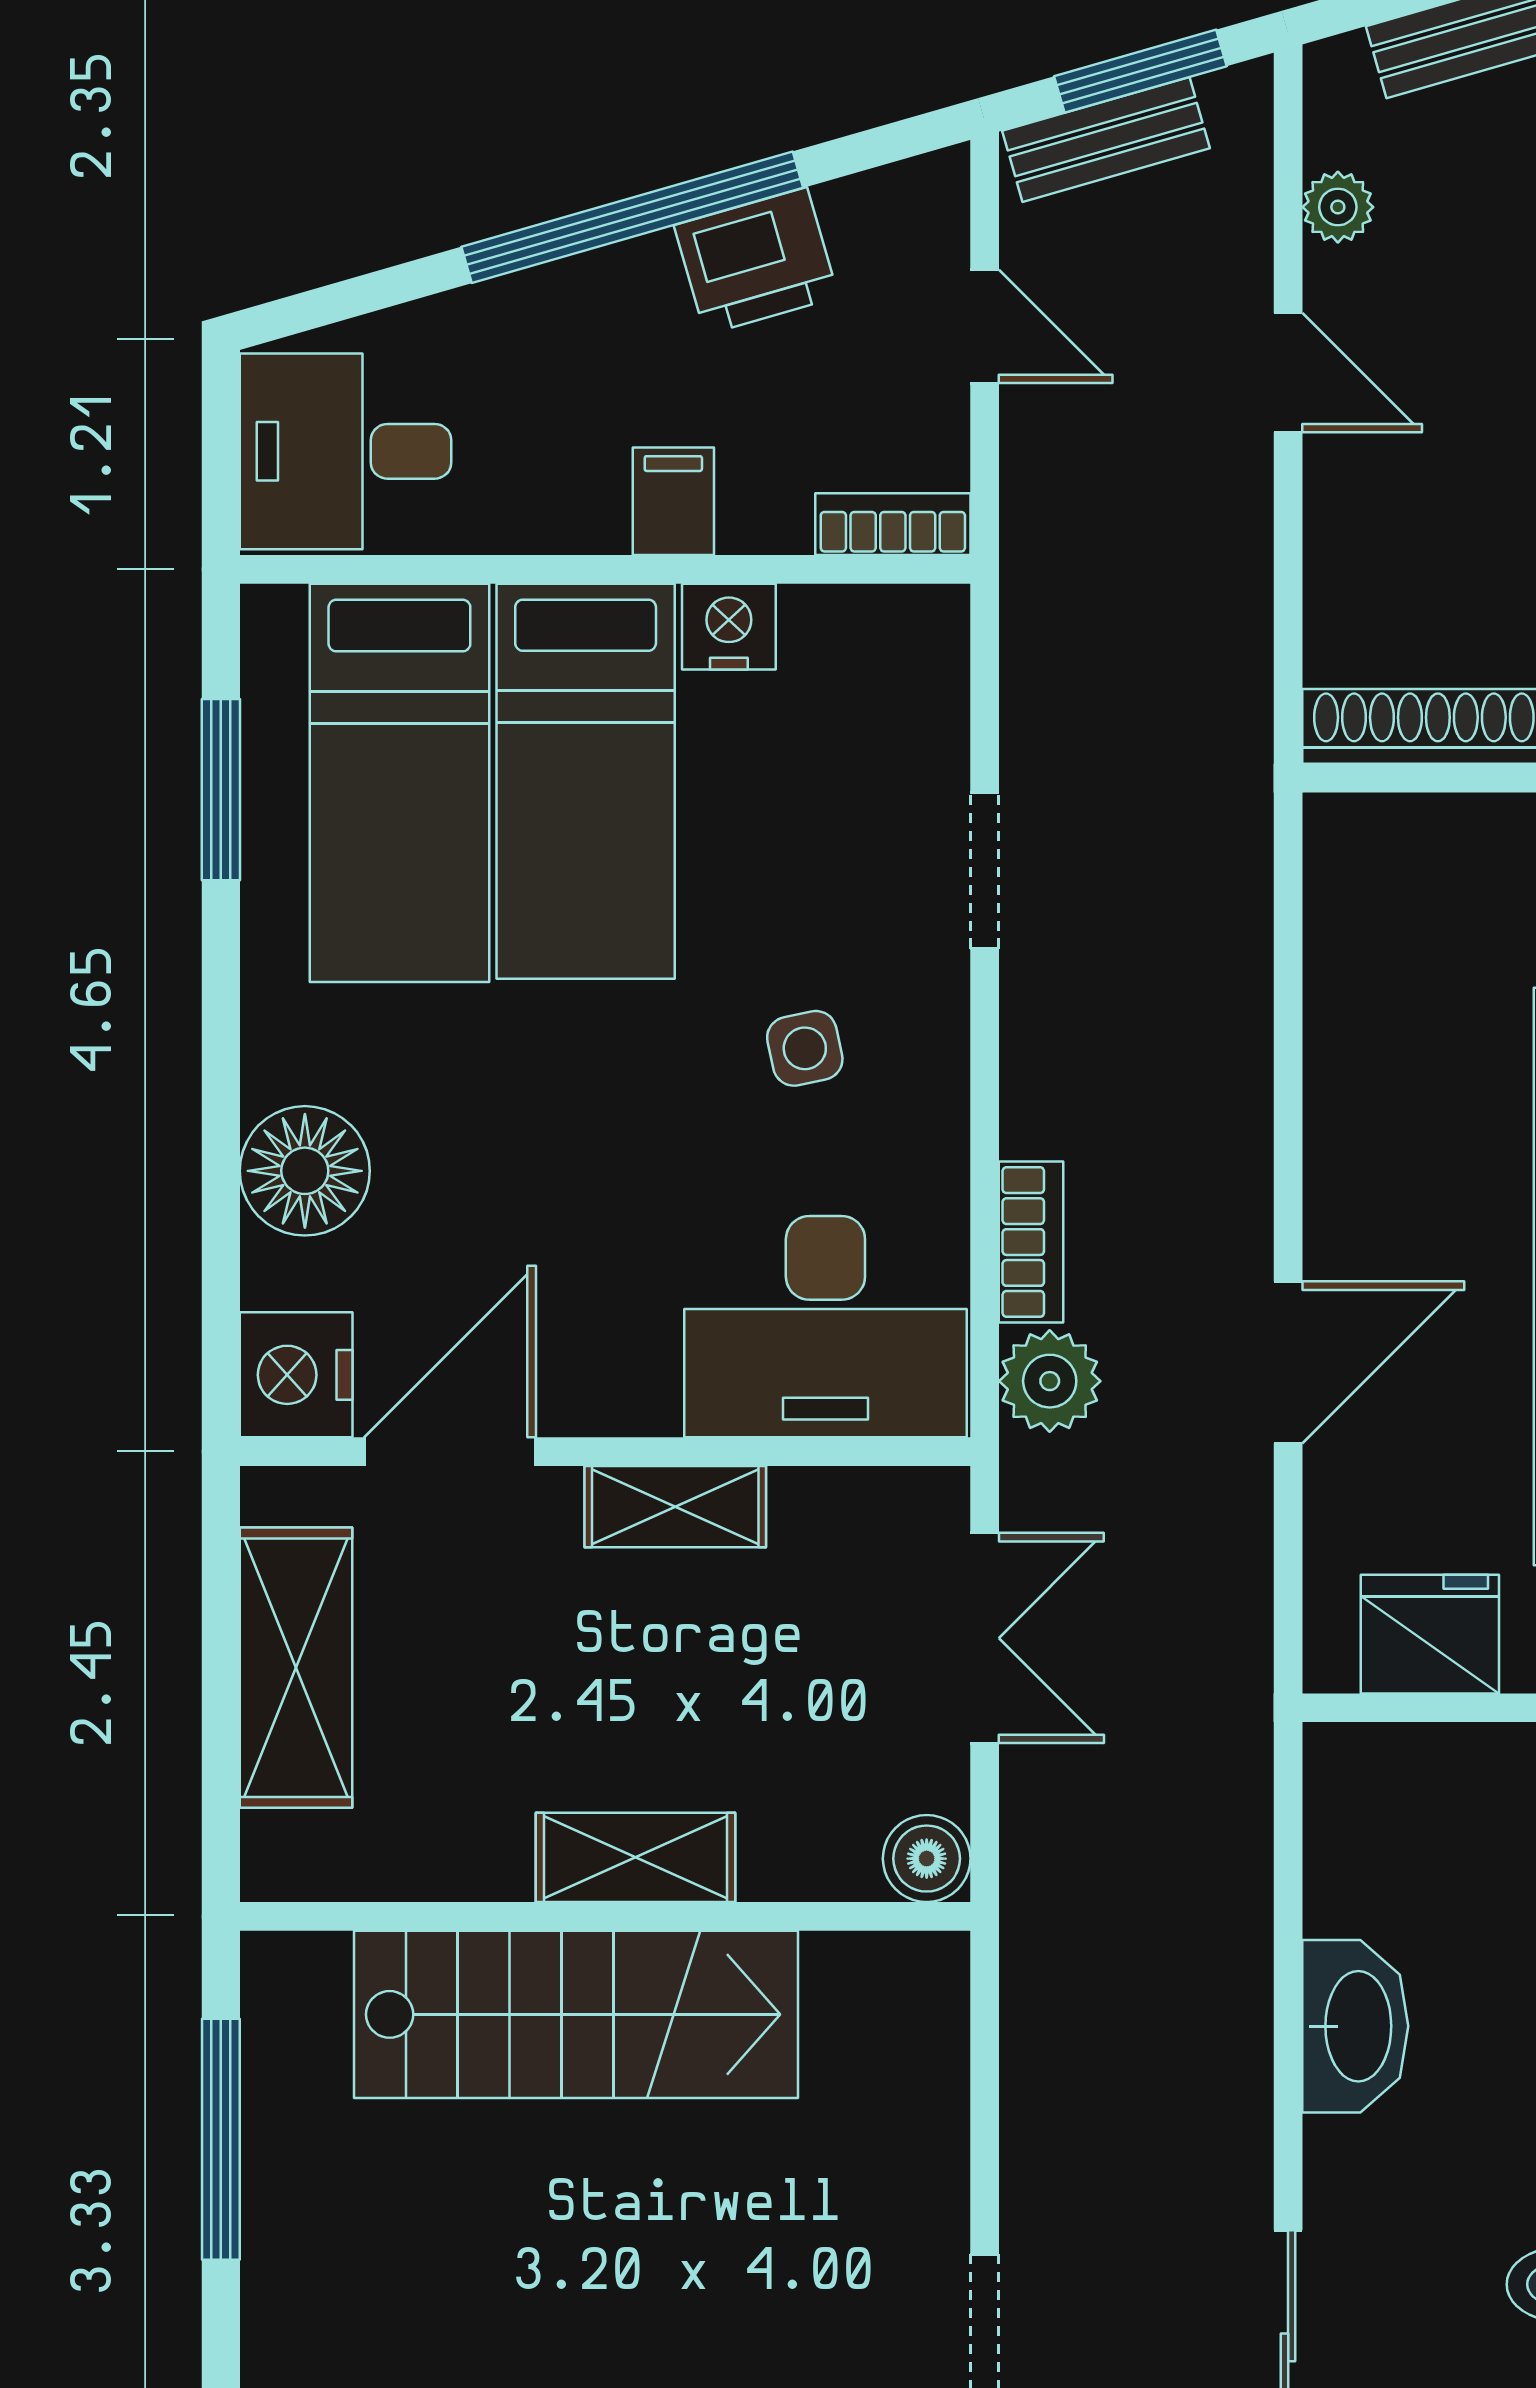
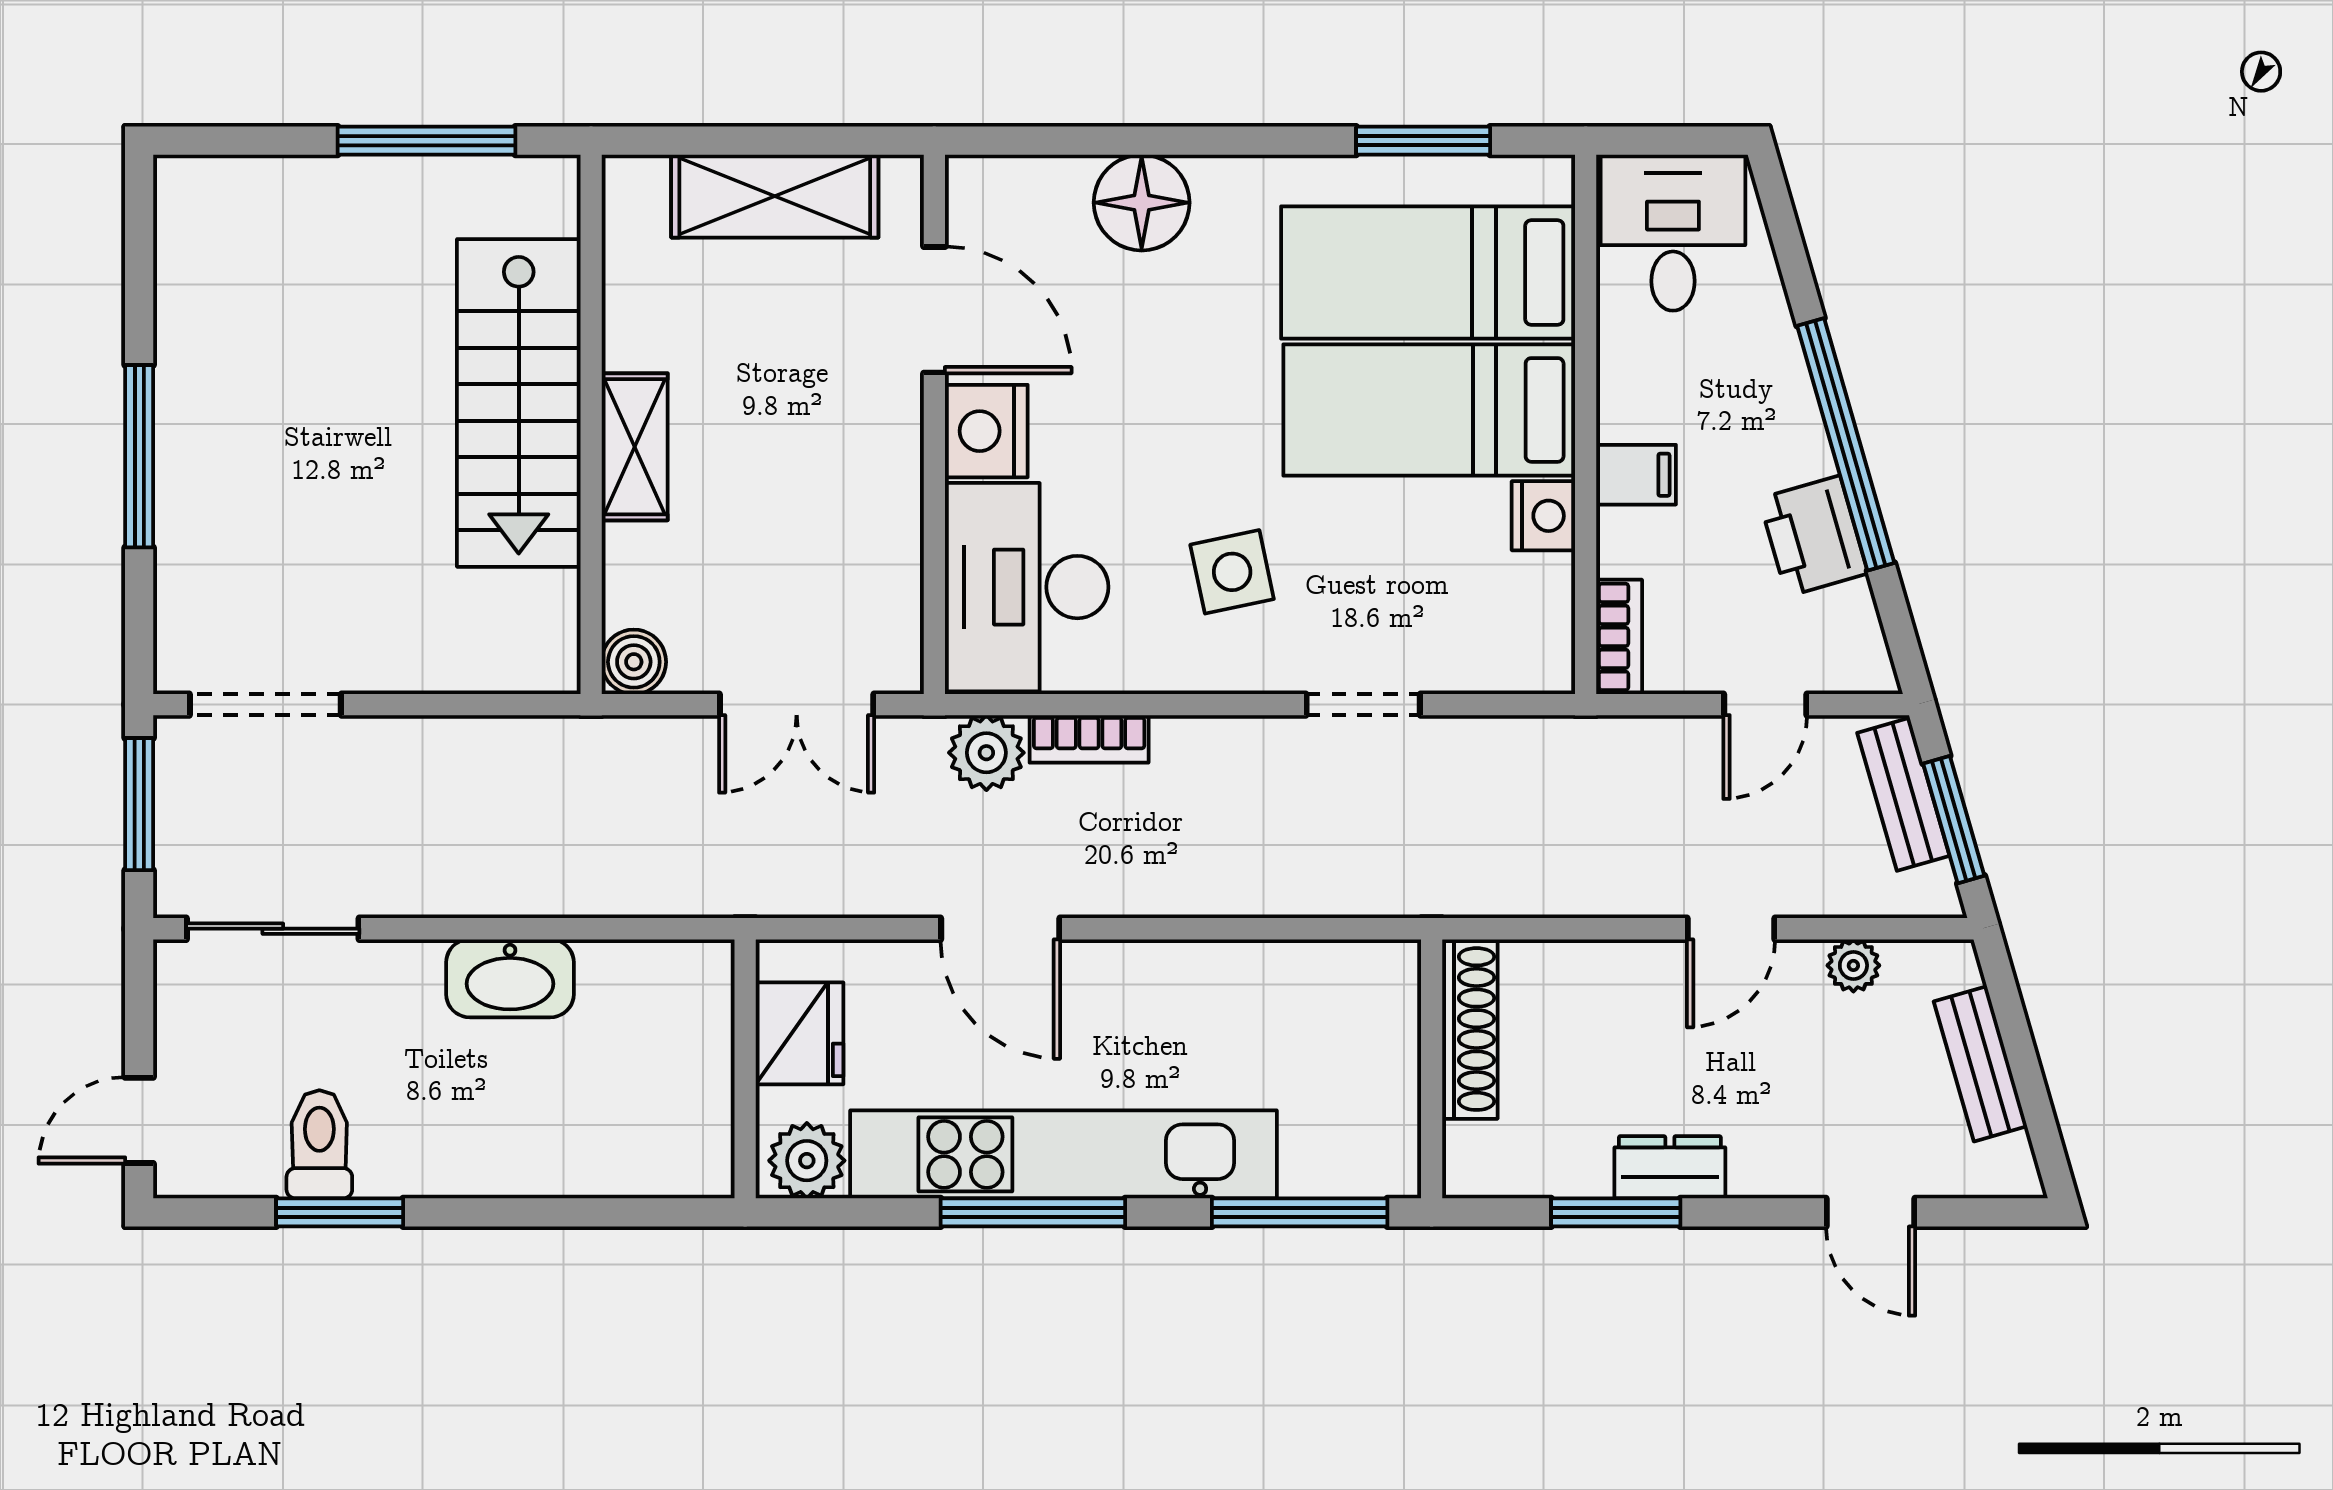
side table: (805, 1048) -> (1232, 572), width x1.37, depth x1.37
nightstand: (296, 1375) -> (986, 431), moved, turned -90
shelving: (675, 1507) -> (894, 476), removed

